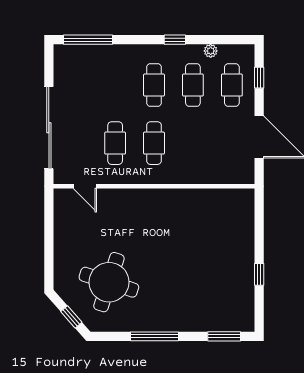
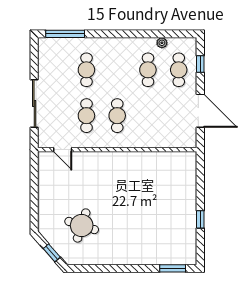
window: (175, 40) -> (134, 34), removed
cafe table: (154, 85) -> (86, 70), moved
sliding door: (49, 128) -> (34, 104), width x0.73
round table: (109, 282) -> (82, 225), width x0.73, depth x0.73
window: (155, 336) -> (118, 268), removed

